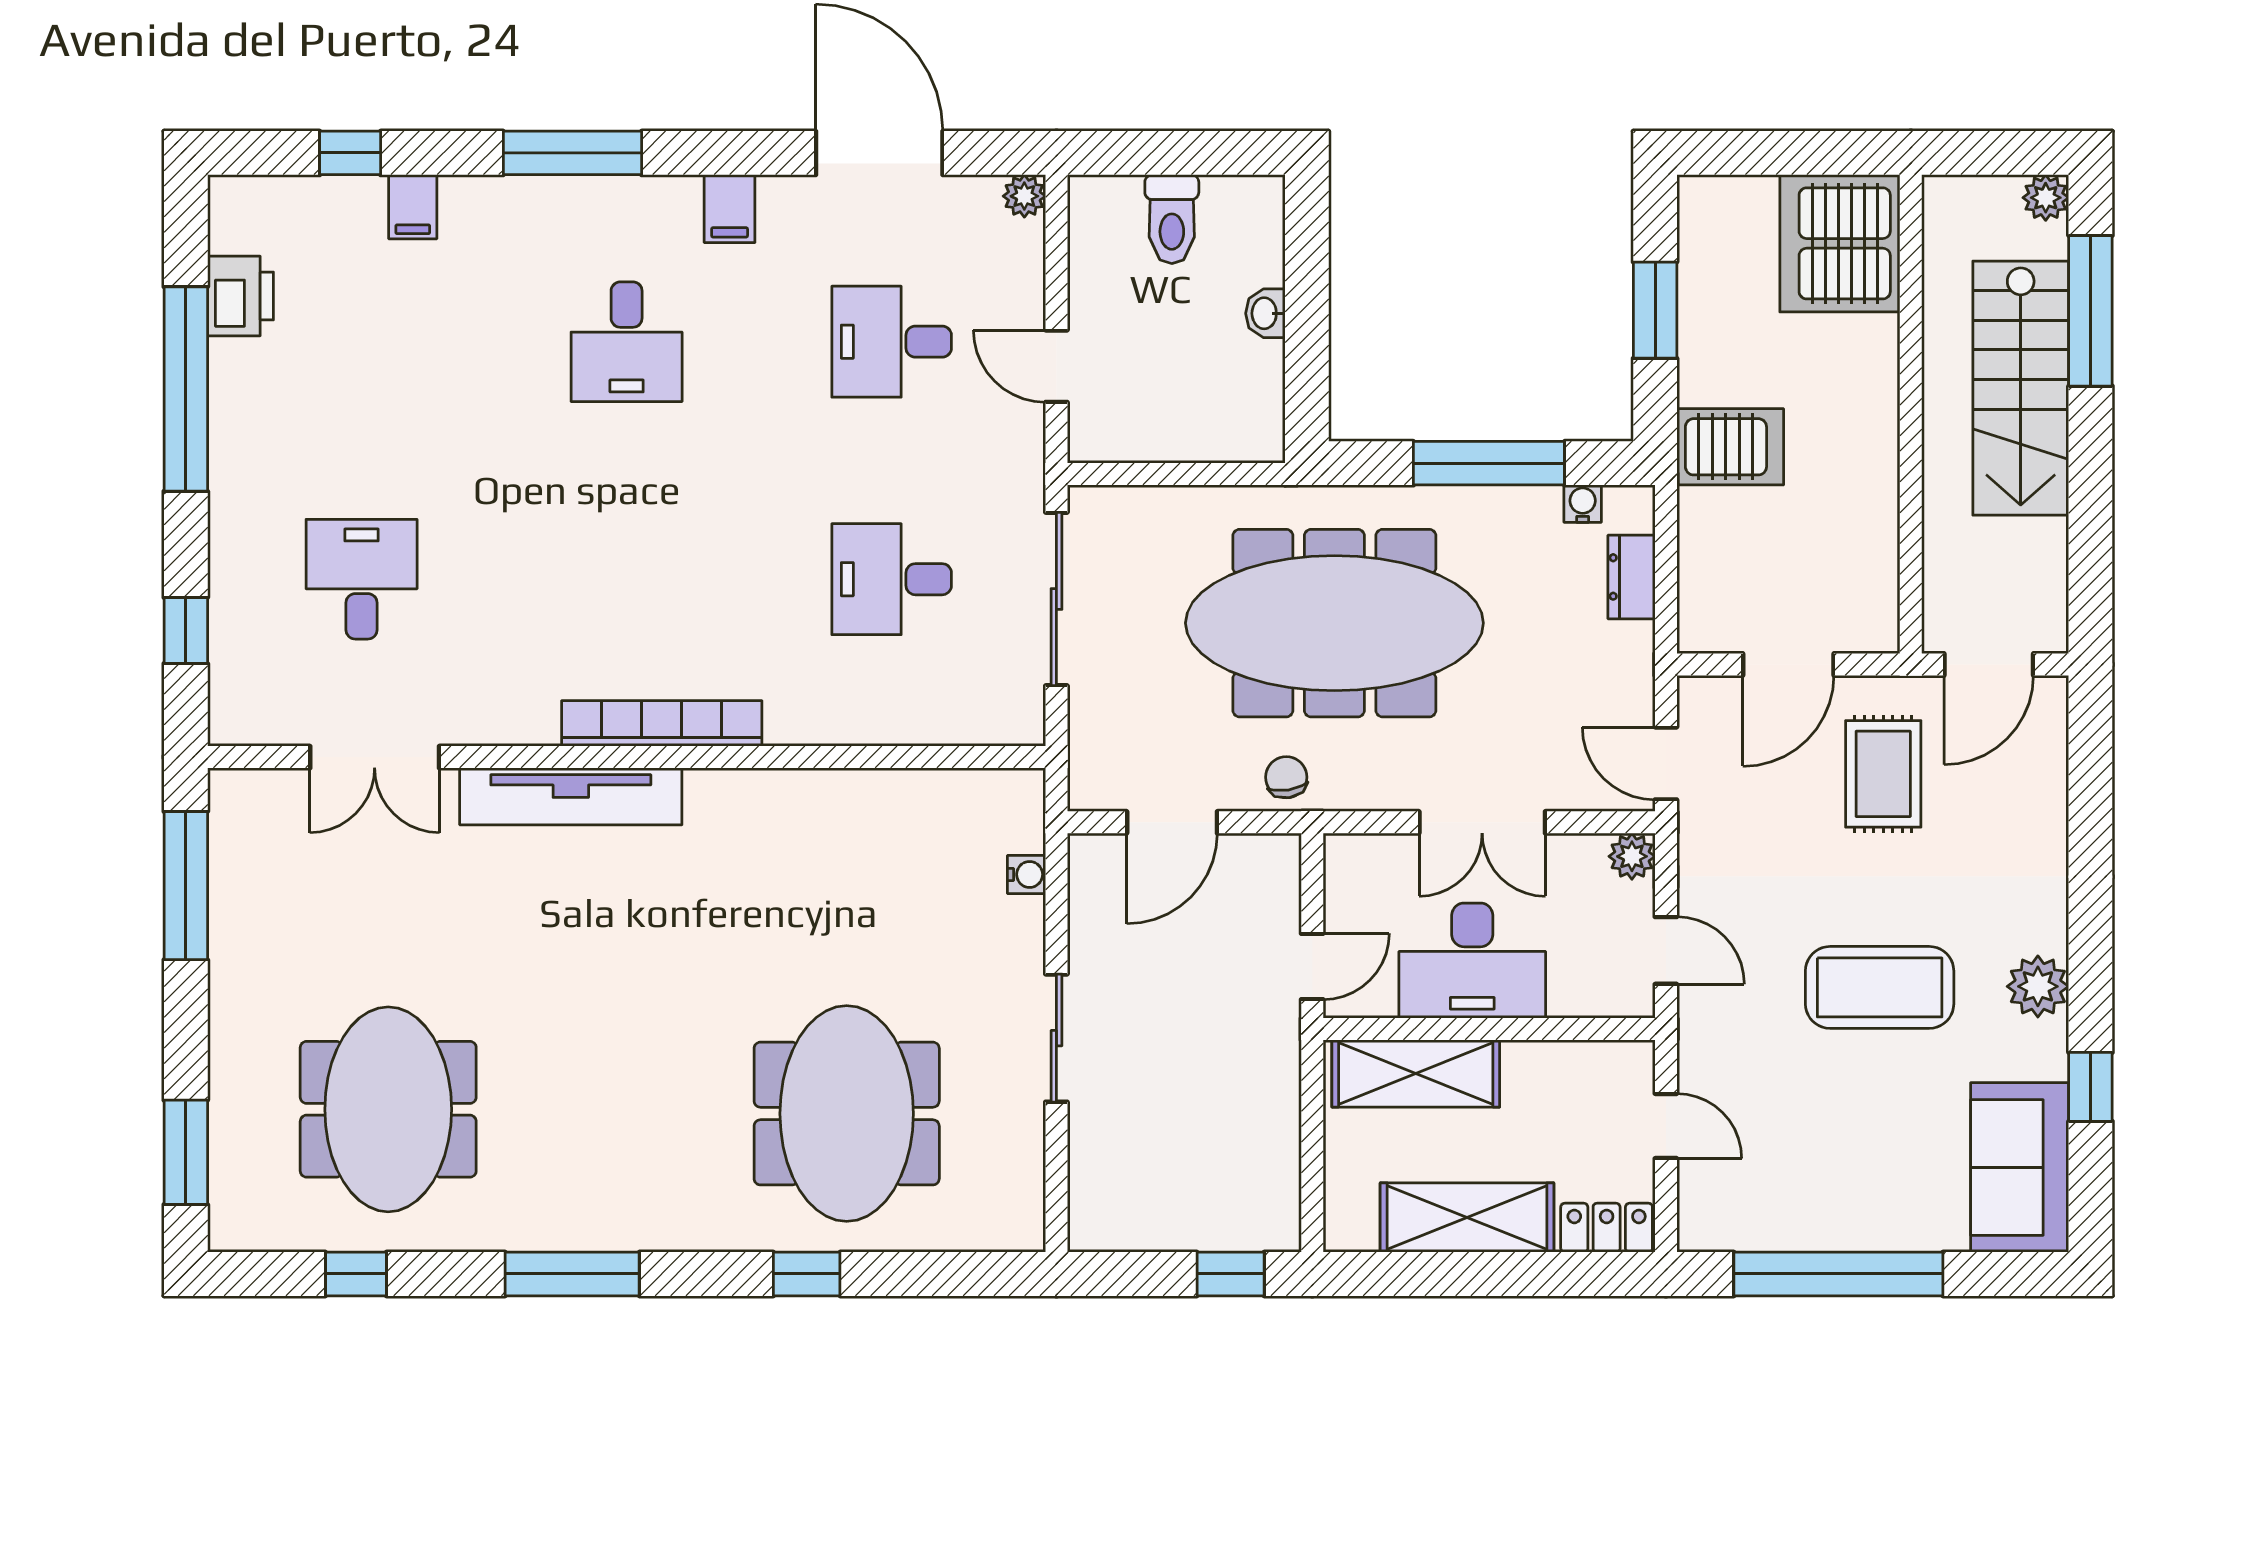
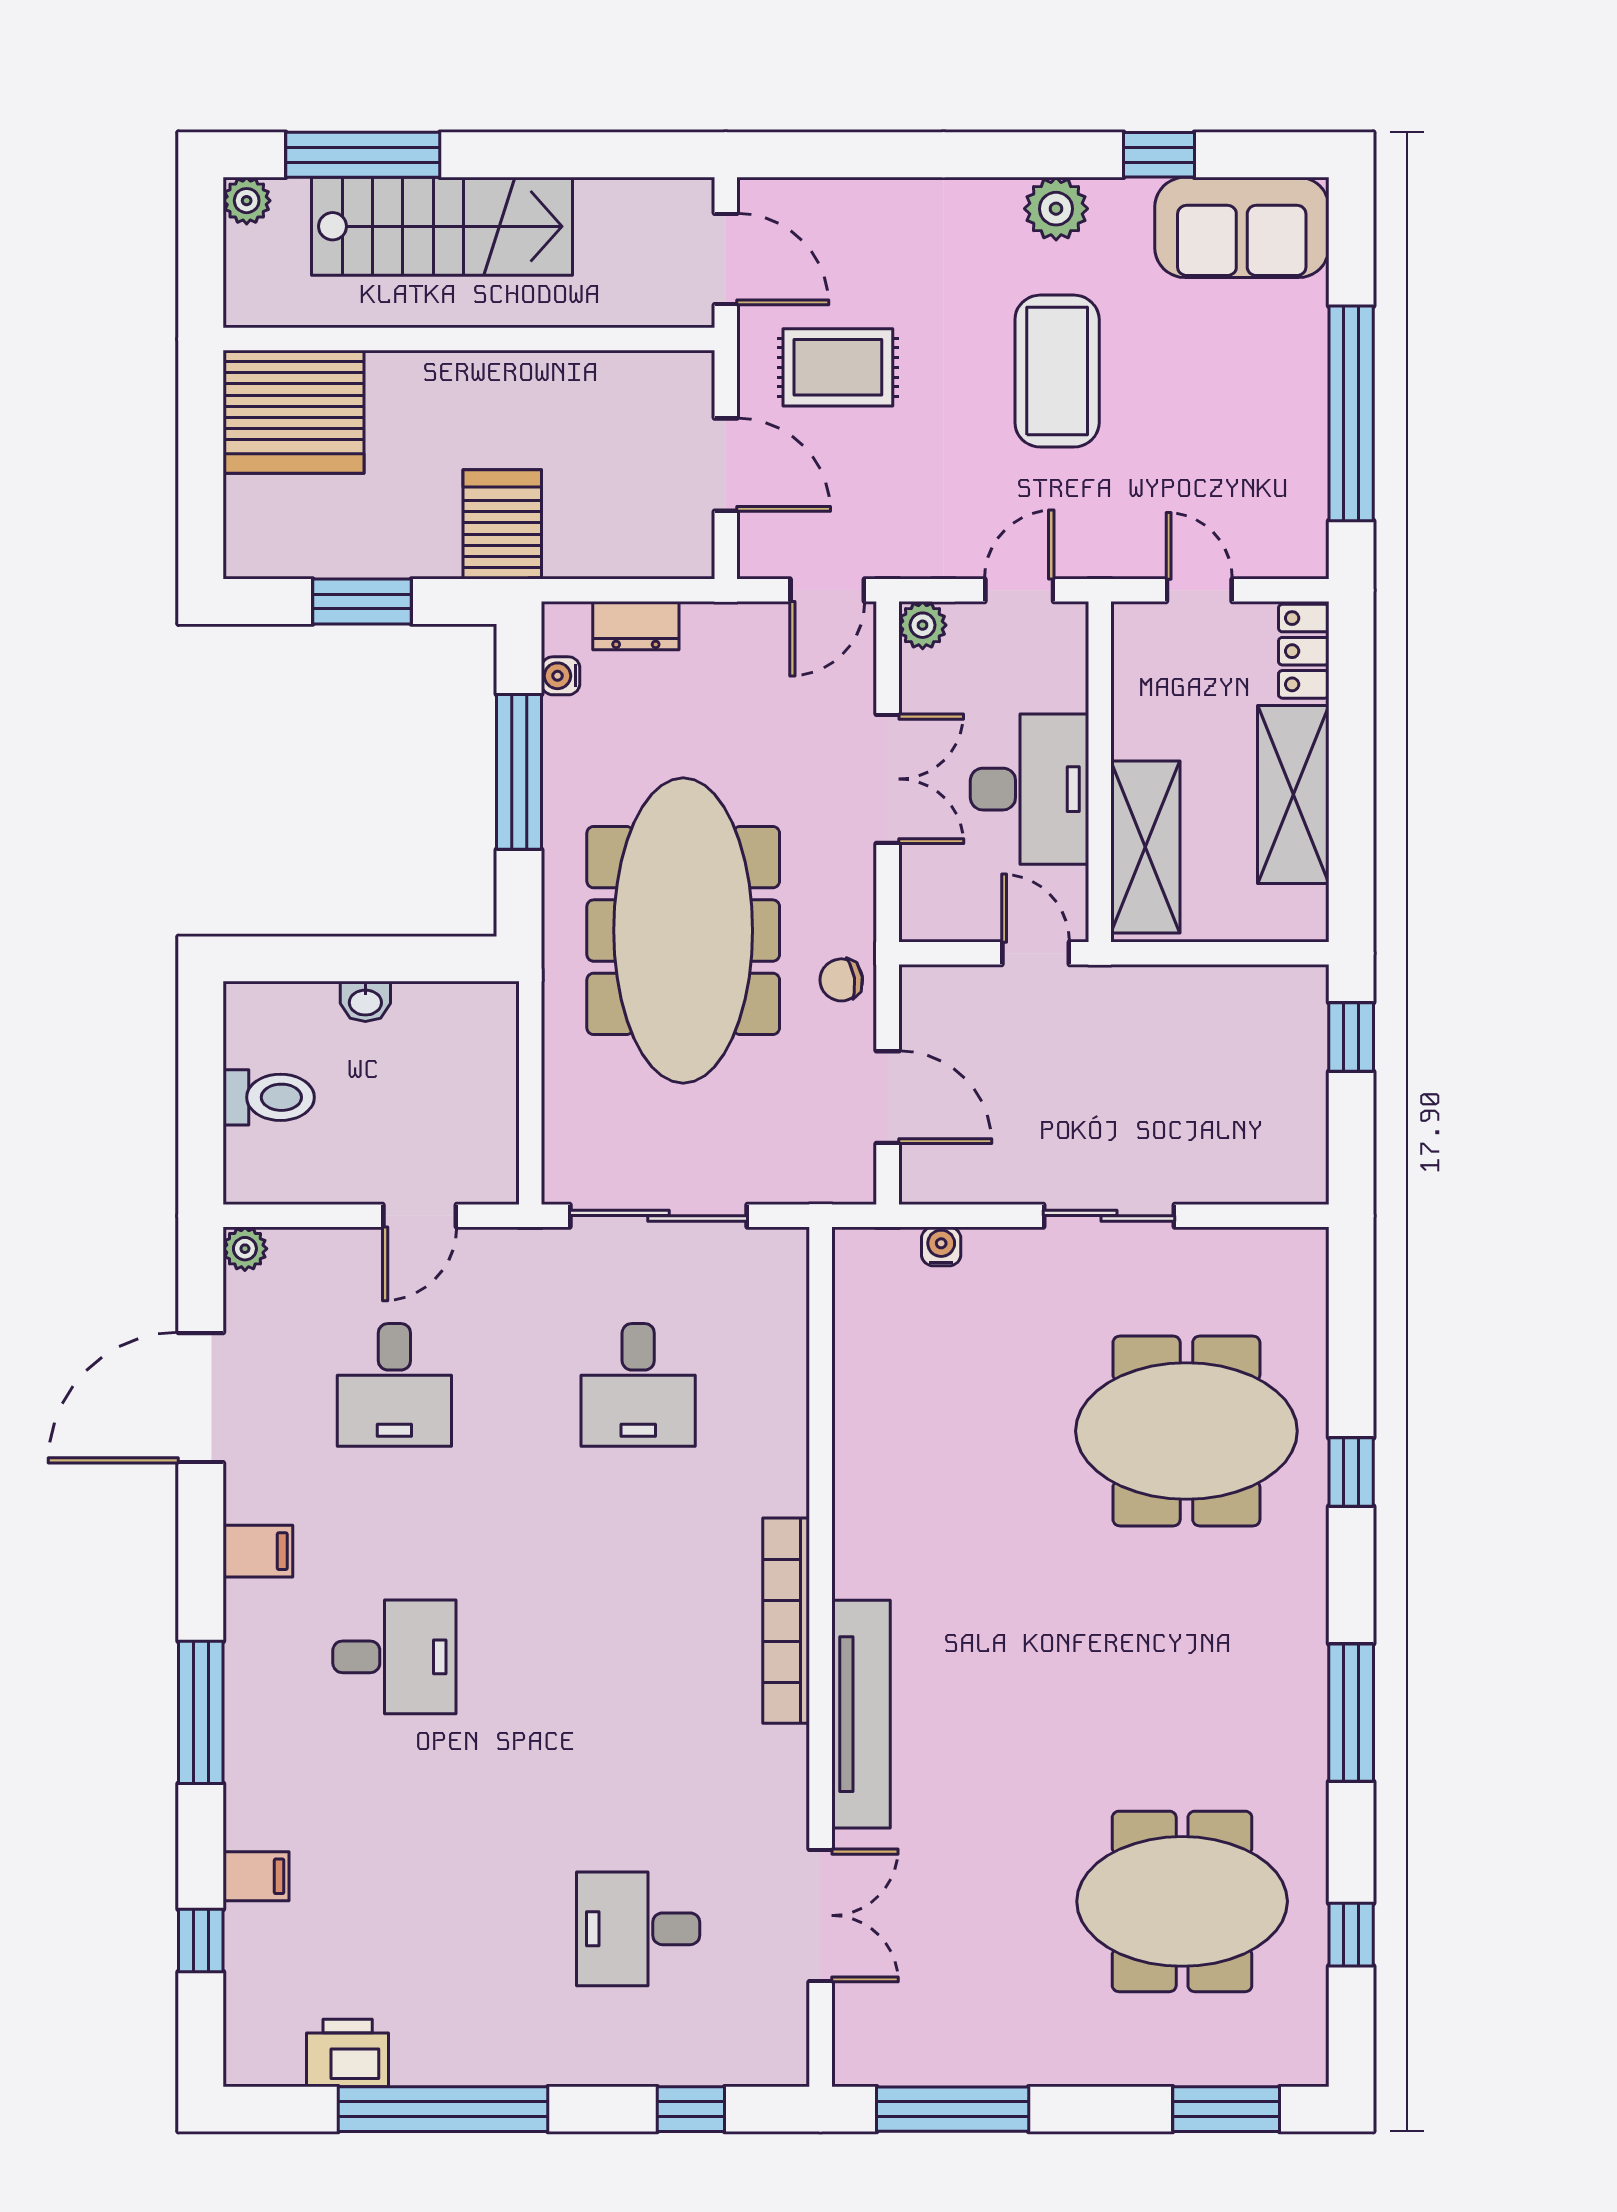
door: (1666, 1126) -> (1199, 590), hinge flipped

